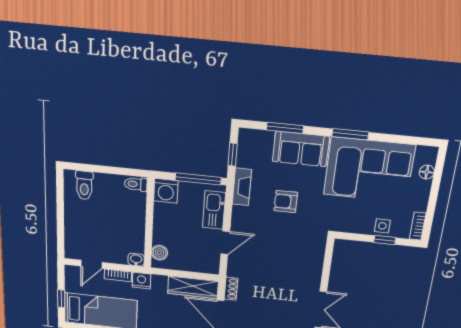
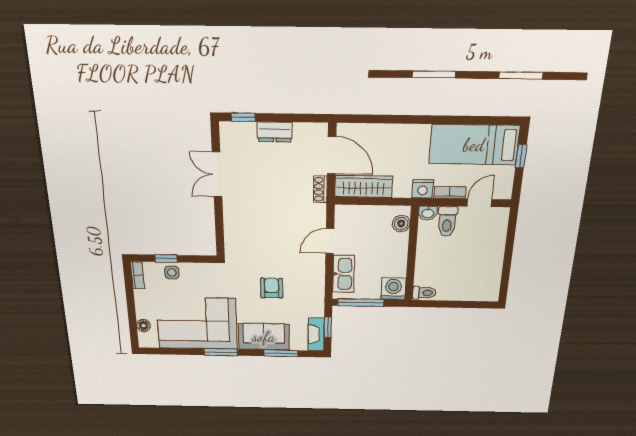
toilet: (84, 185) -> (447, 221), moved, turned 180
fireplace: (242, 187) -> (316, 334), moved
armchair: (286, 202) -> (272, 288), turned -90

